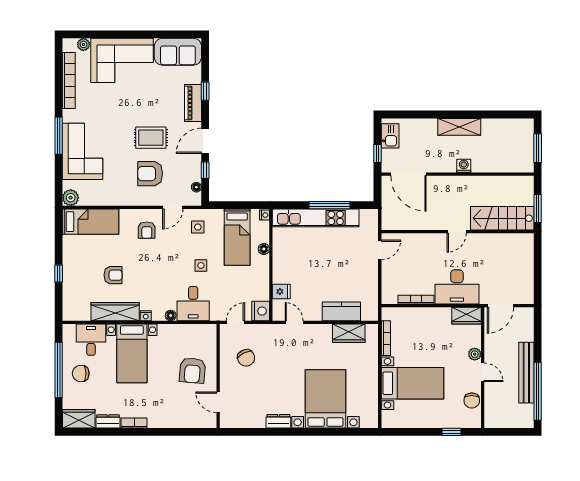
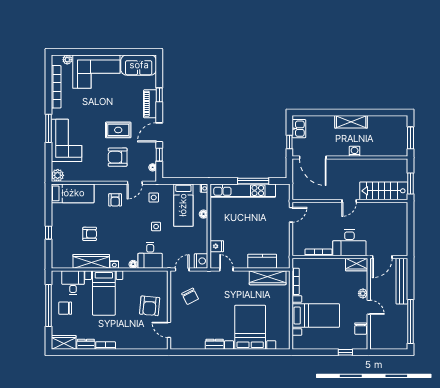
wardrobe: (349, 333) -> (268, 278), width x1.50
bench: (526, 373) -> (402, 281), moved

